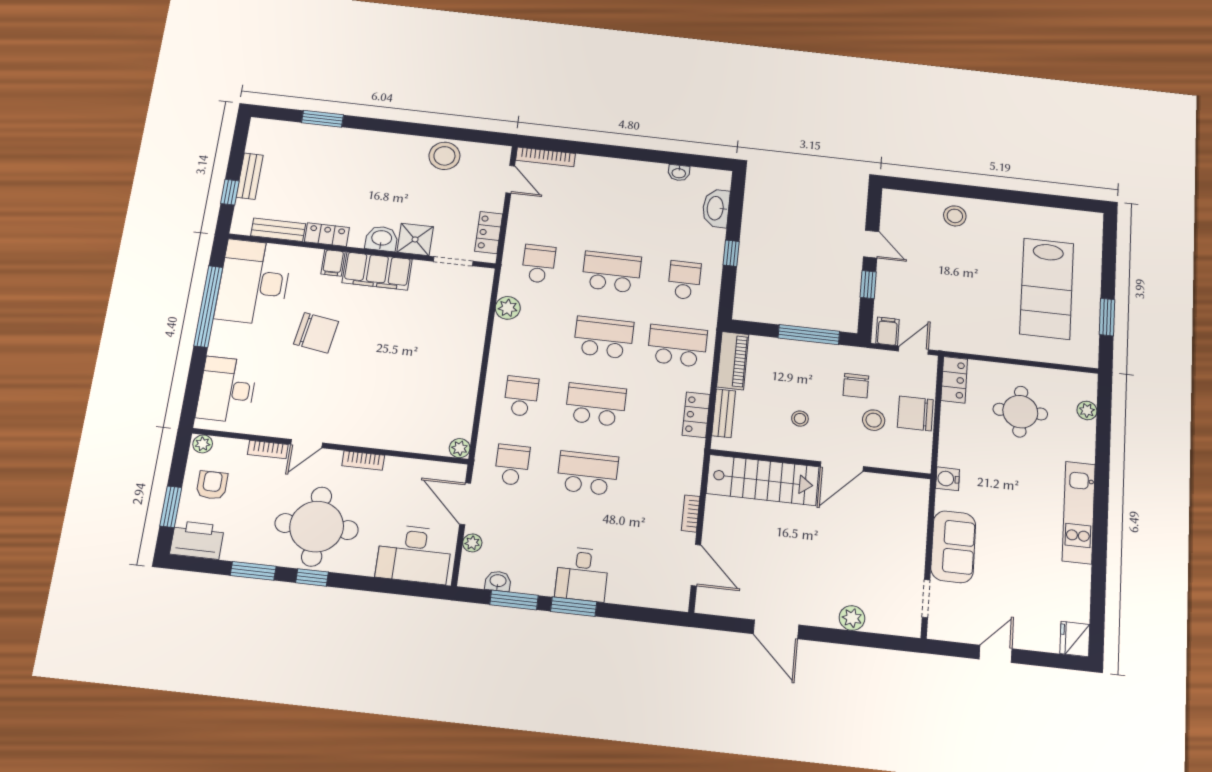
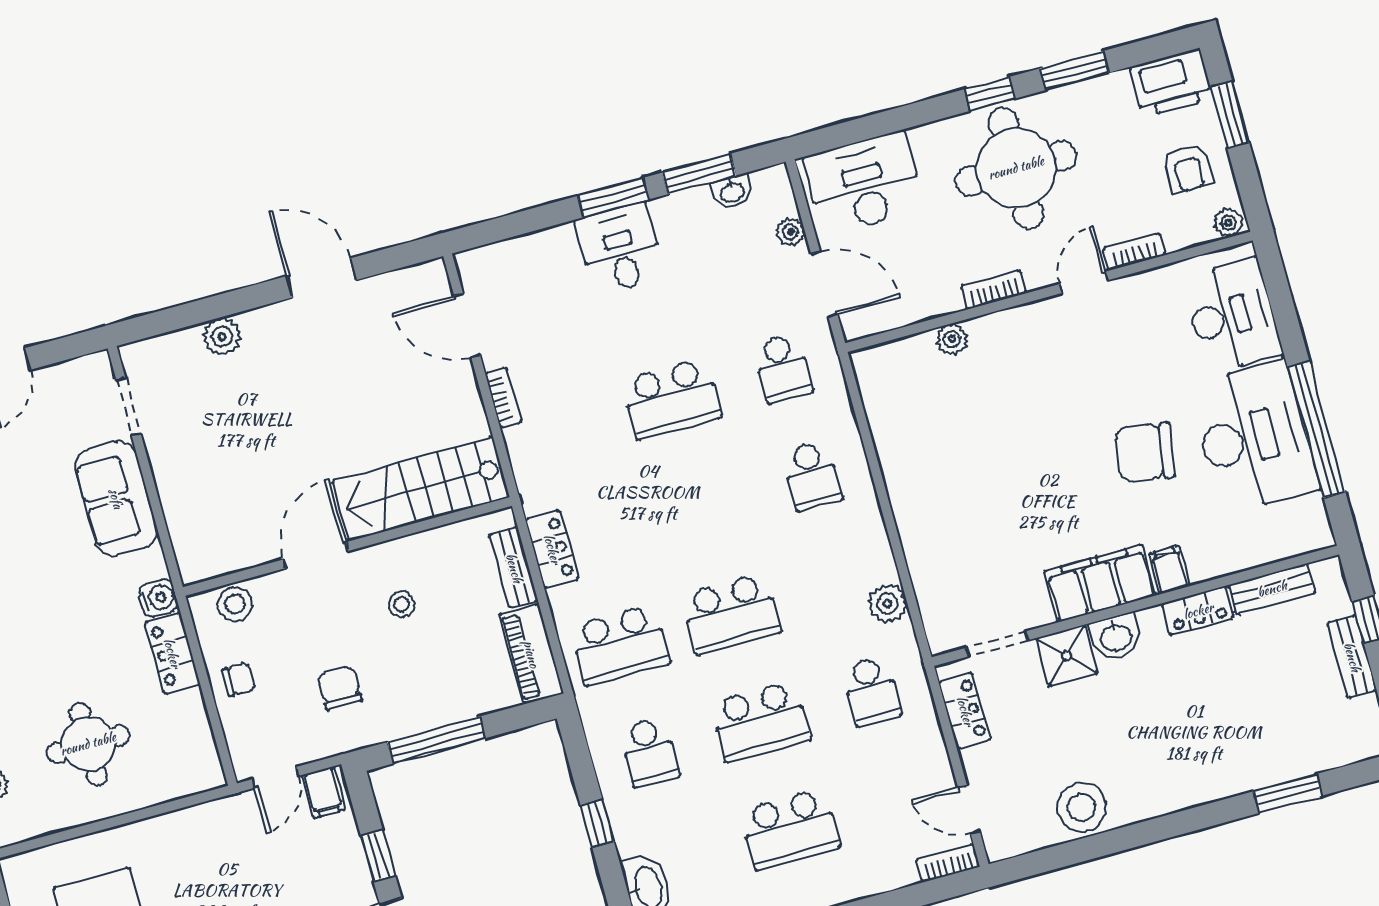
bookcase: (546, 157) -> (948, 863), width x0.64
desk: (254, 282) -> (1254, 437), moved
locker: (954, 380) -> (172, 653), moved
school desk: (596, 405) -> (790, 829), moved
chair: (915, 413) -> (239, 679), width x0.54, depth x0.54
stool: (874, 420) -> (235, 604), moved
plant: (460, 448) -> (952, 339), moved

